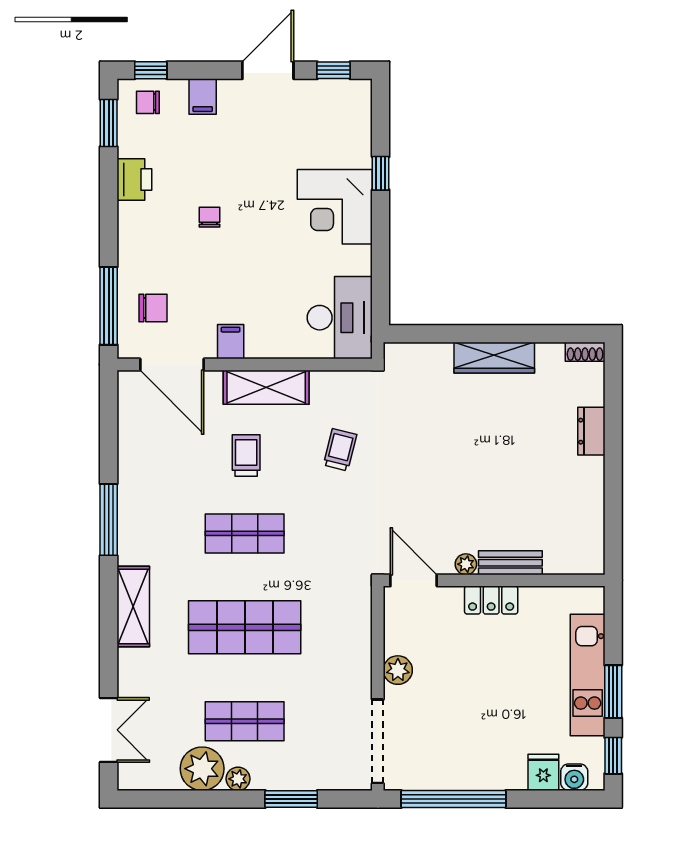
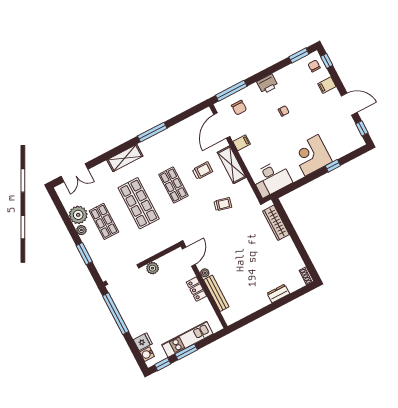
printer: (134, 180) -> (267, 84), moved
wardrobe: (494, 358) -> (276, 223), moved
bench: (510, 563) -> (216, 293), width x1.36

